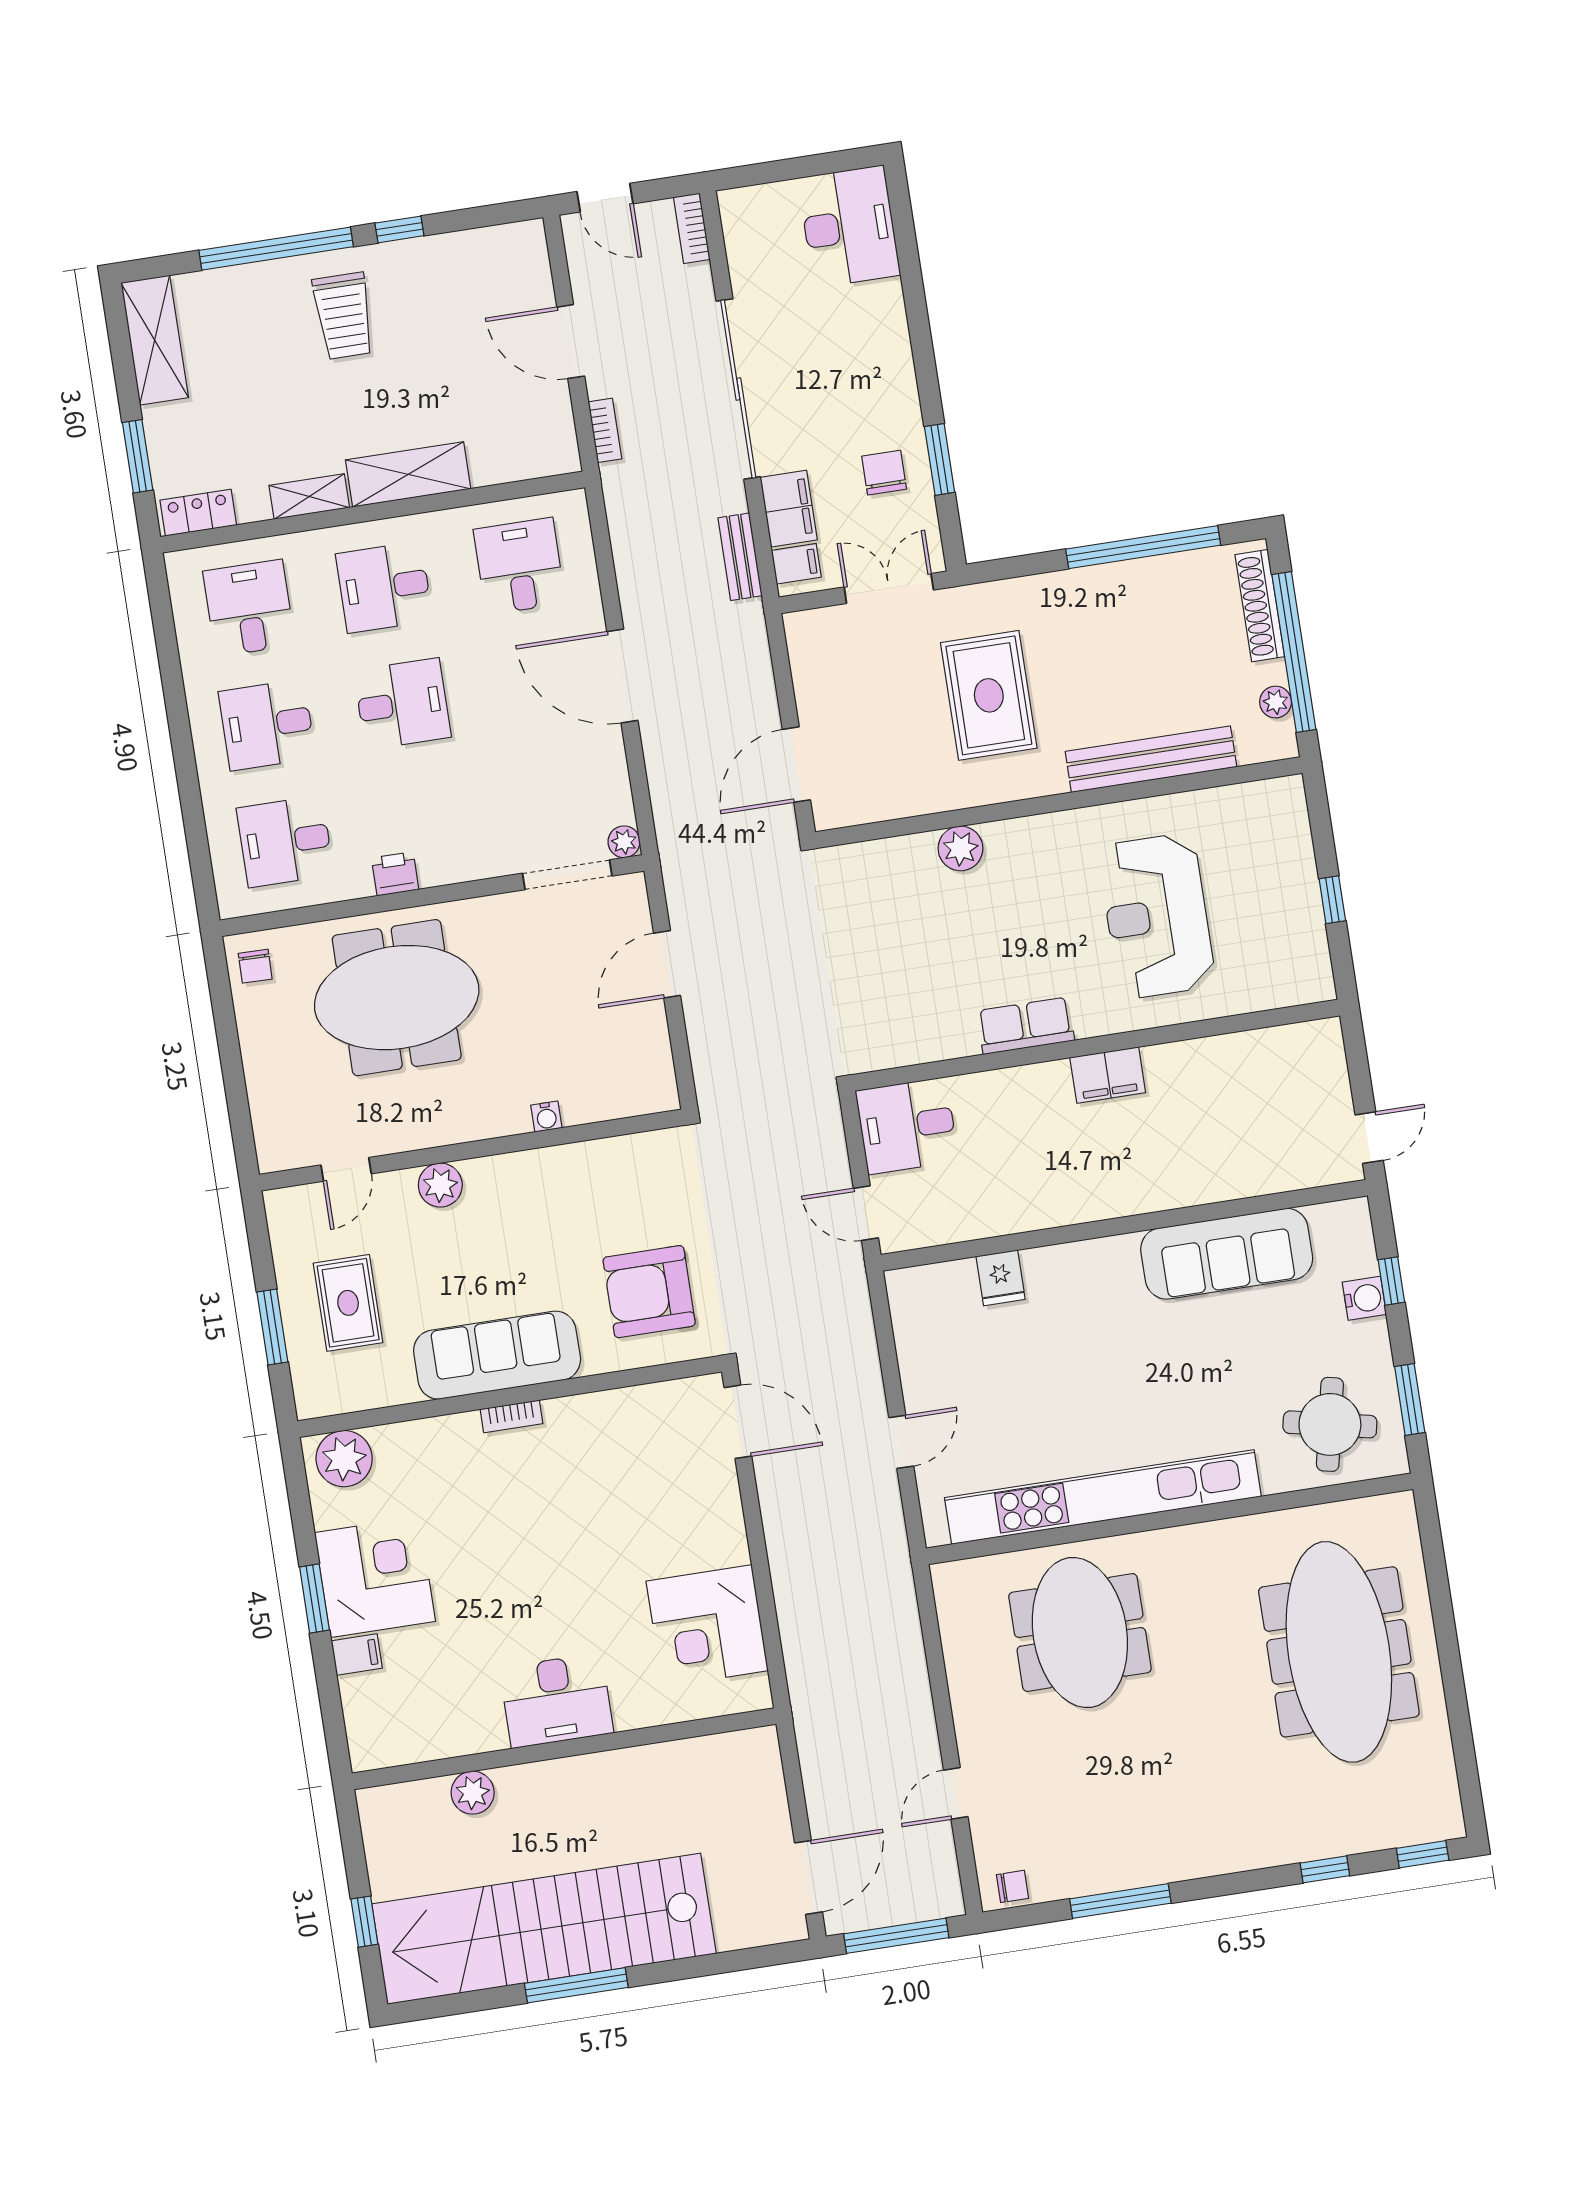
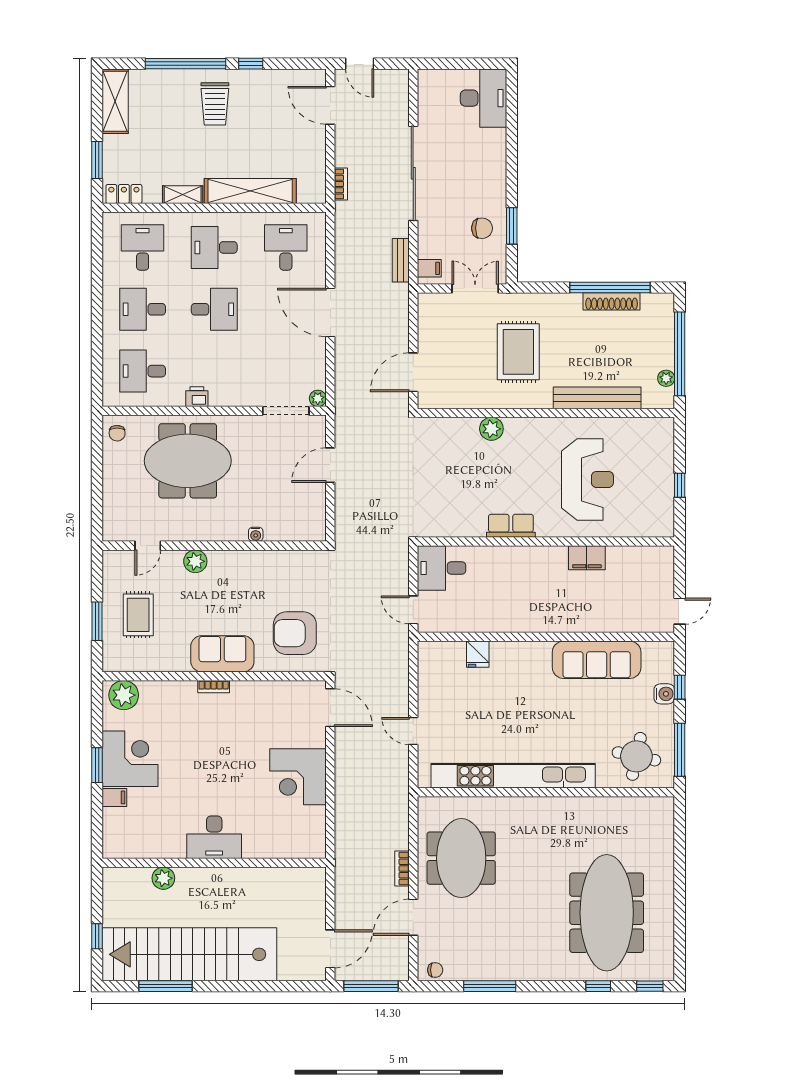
bookcase: (692, 228) -> (402, 869), moved
door: (571, 342) -> (330, 105), moved
chair: (884, 473) -> (482, 228), turned 90
shelving: (408, 474) -> (250, 191), width x1.47
filing cabinet: (789, 509) -> (430, 239), removed
shoe rack: (1260, 606) -> (612, 301), moved, turned -90
reception desk: (1157, 916) -> (587, 479), turned 180
filing cabinet: (1108, 1075) -> (587, 558), moved
sofa: (497, 1355) -> (222, 654), width x0.73
window: (1410, 1399) -> (680, 750), width x1.44
door: (901, 1442) -> (413, 731), swing flipped
corner desk: (707, 1626) -> (298, 777), moved
meeting table: (1080, 1633) -> (461, 858), moved
meeting table: (1339, 1652) -> (607, 913), moved
door: (956, 1793) -> (413, 917), width x1.38
window: (576, 1985) -> (166, 986), moved

